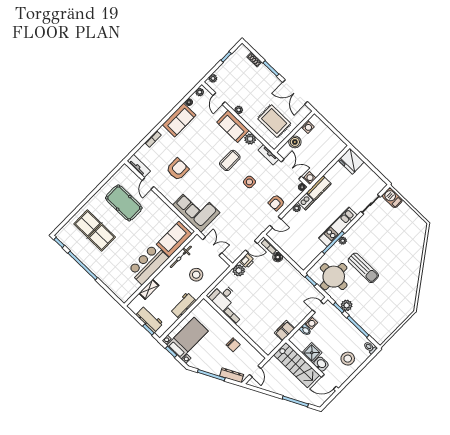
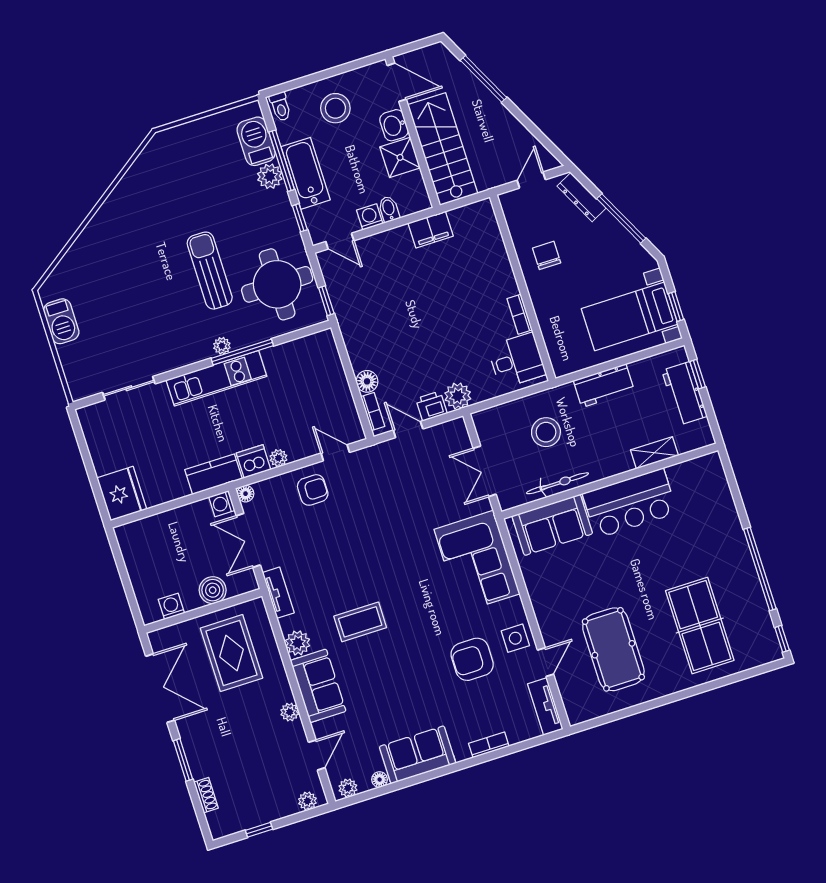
side table: (249, 182) -> (515, 638), moved
barbecue: (392, 198) -> (61, 321), moved
plant: (347, 305) -> (270, 176), moved
bathtub: (346, 327) -> (306, 173), added
barbecue: (372, 329) -> (256, 141), added

